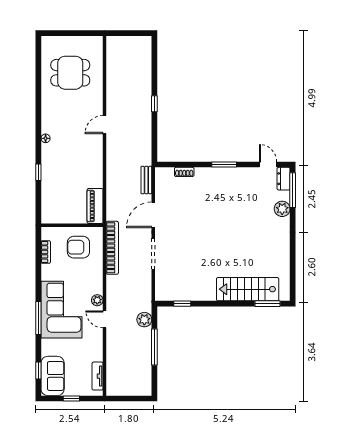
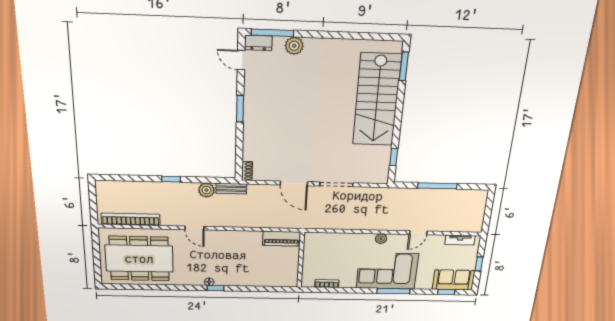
dining table: (70, 73) -> (139, 259), width x1.88, depth x1.24
door: (268, 165) -> (241, 60), hinge flipped
window: (38, 172) -> (216, 288), moved
shoe rack: (184, 172) -> (247, 171), moved
bench: (146, 180) -> (231, 189), moved
armchair: (78, 247) -> (324, 255), removed
bookcase: (112, 248) -> (131, 219), moved
stairs: (248, 289) -> (377, 100), width x1.36, depth x1.51
door: (105, 319) -> (418, 233), moved
plant: (144, 320) -> (206, 190), moved

